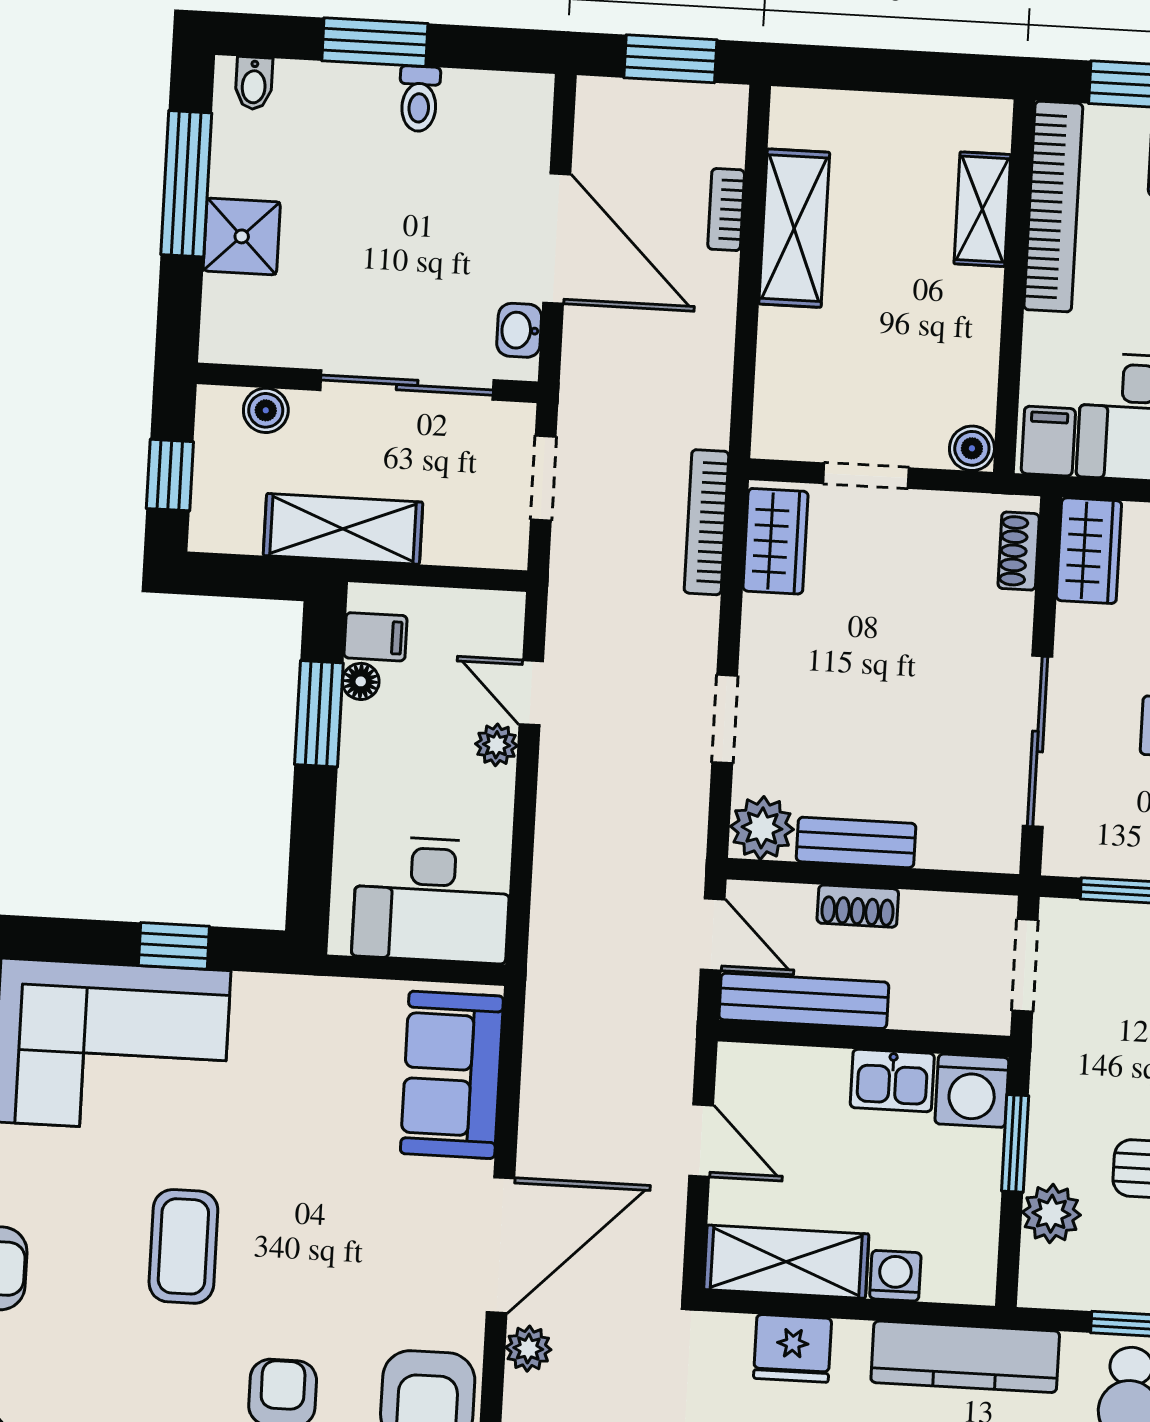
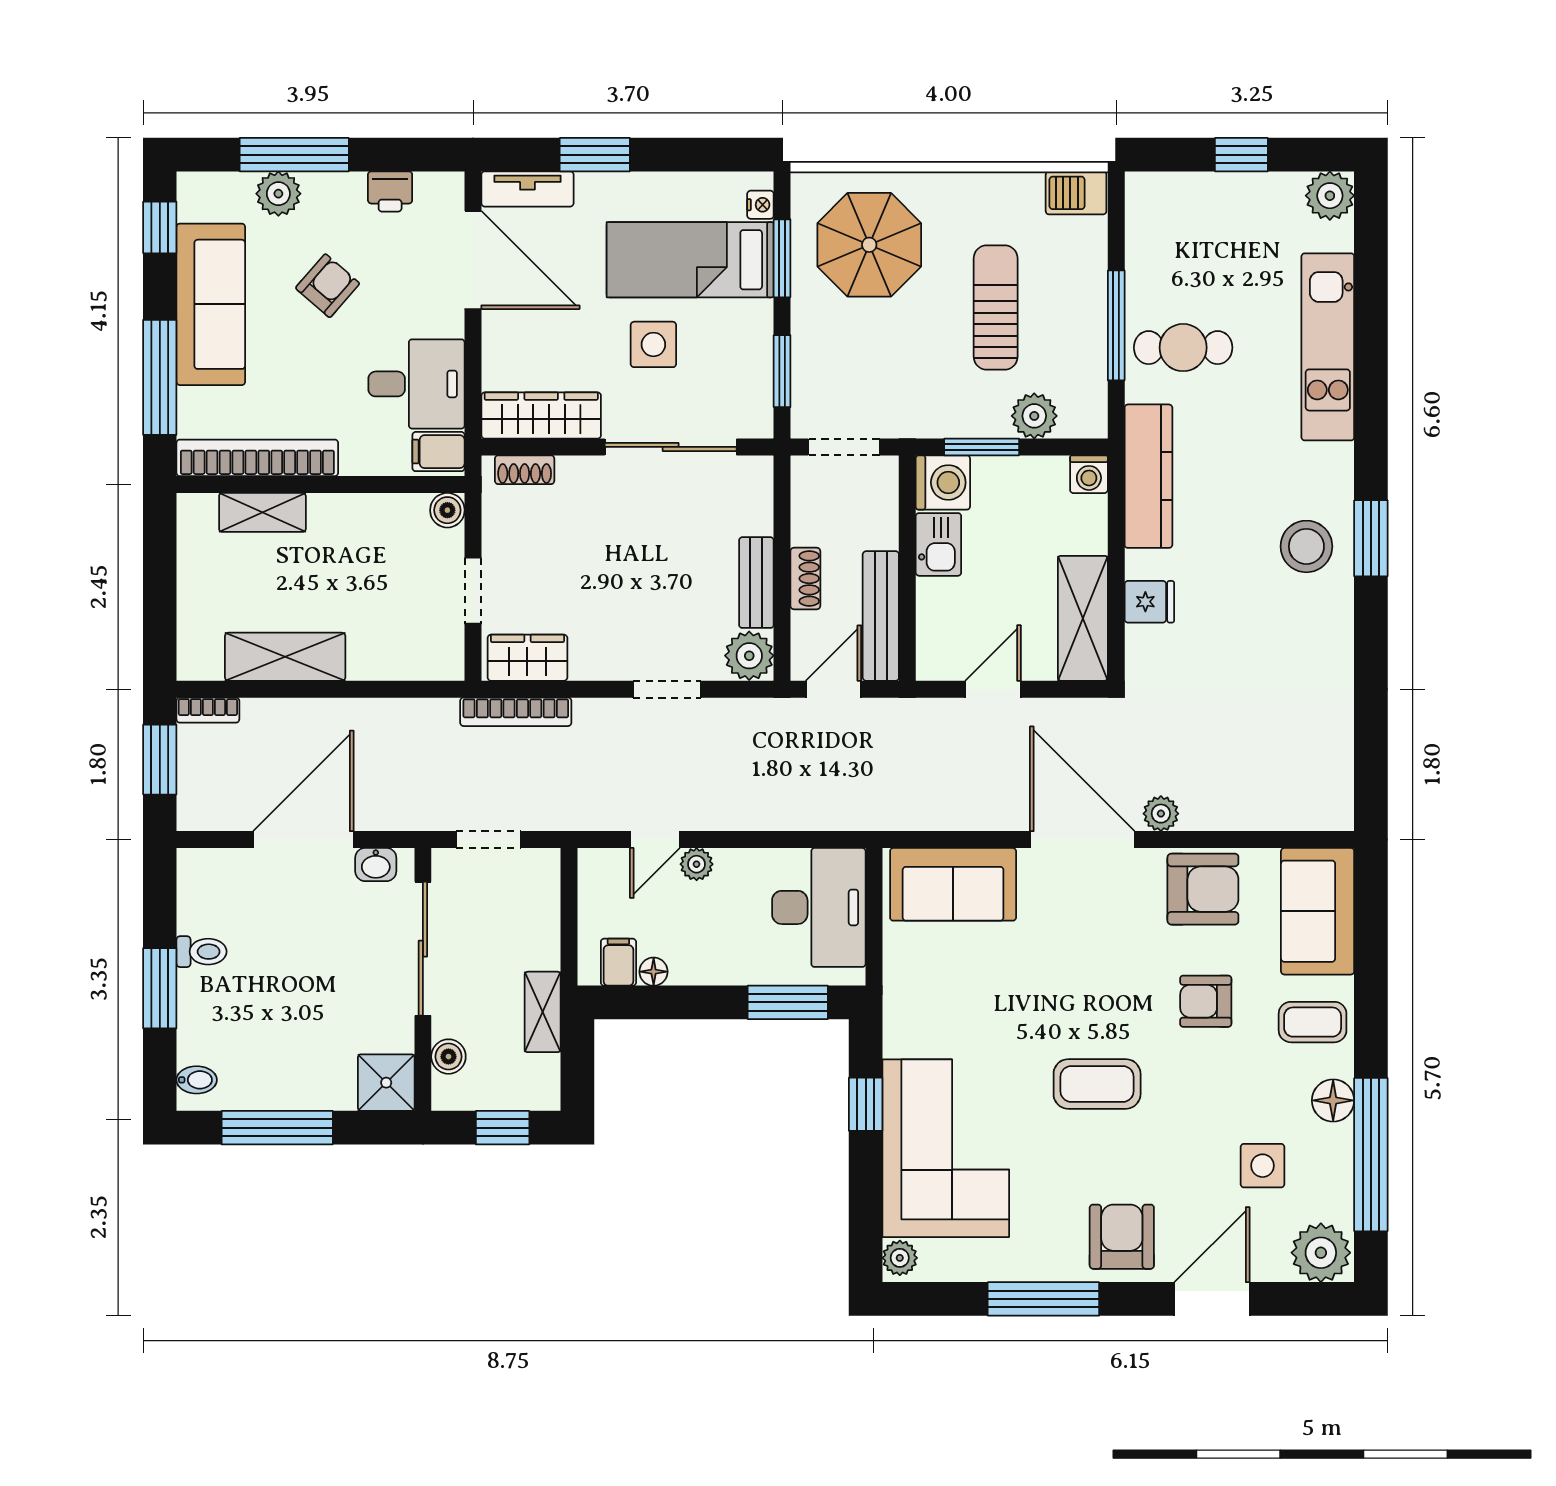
bookcase: (726, 210) -> (208, 710), moved
shower: (242, 236) -> (386, 1083), moved
shelving: (343, 529) -> (543, 1012), width x0.67, depth x0.75
wardrobe: (1089, 551) -> (541, 415), width x1.50
window: (319, 714) -> (788, 1002), moved
washing machine: (895, 1276) -> (1089, 474), moved, turned -90
fridge: (793, 1348) -> (1149, 602), width x0.72

